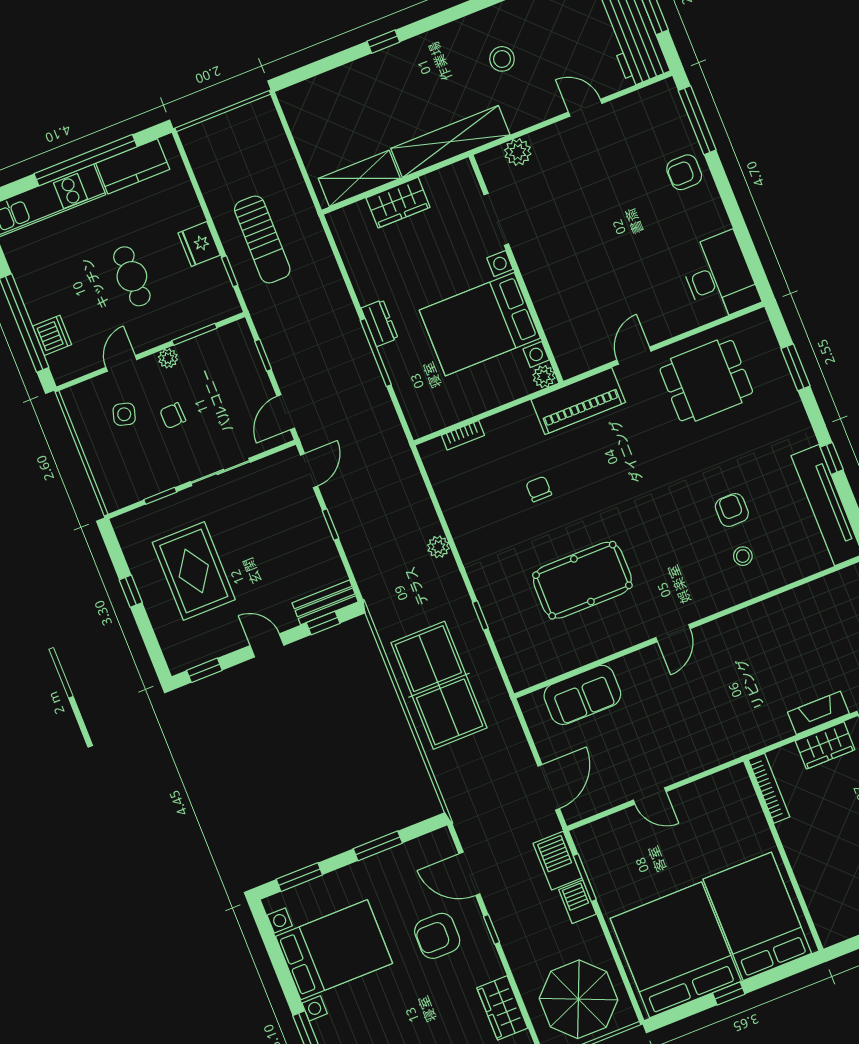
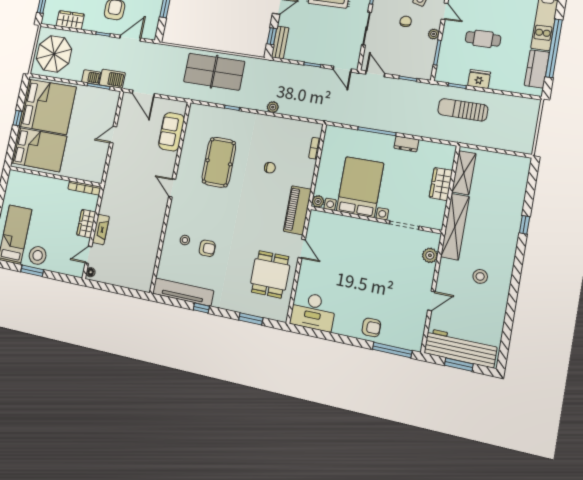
armchair: (684, 172) -> (371, 327), turned 90
dresser: (380, 323) -> (406, 144), moved

